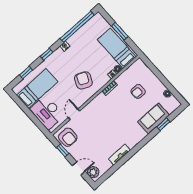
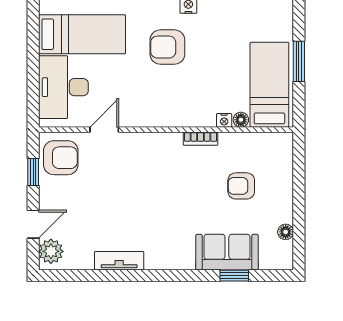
armchair: (83, 80) -> (167, 47), moved, turned -115
armchair: (68, 137) -> (61, 158), turned -90
door: (79, 168) -> (33, 224), hinge flipped

